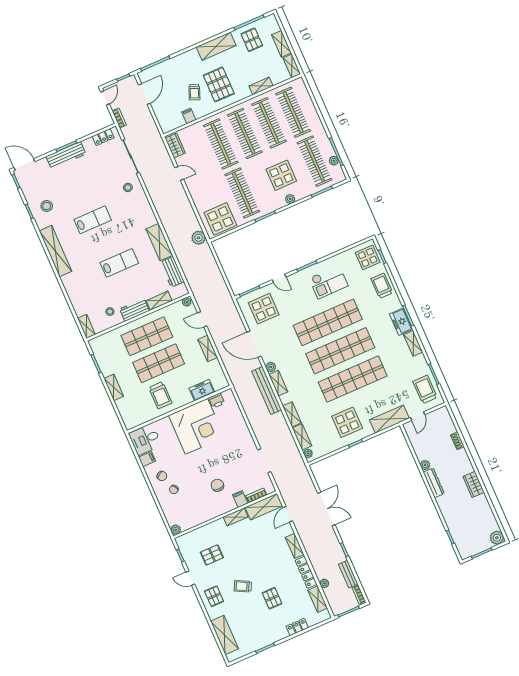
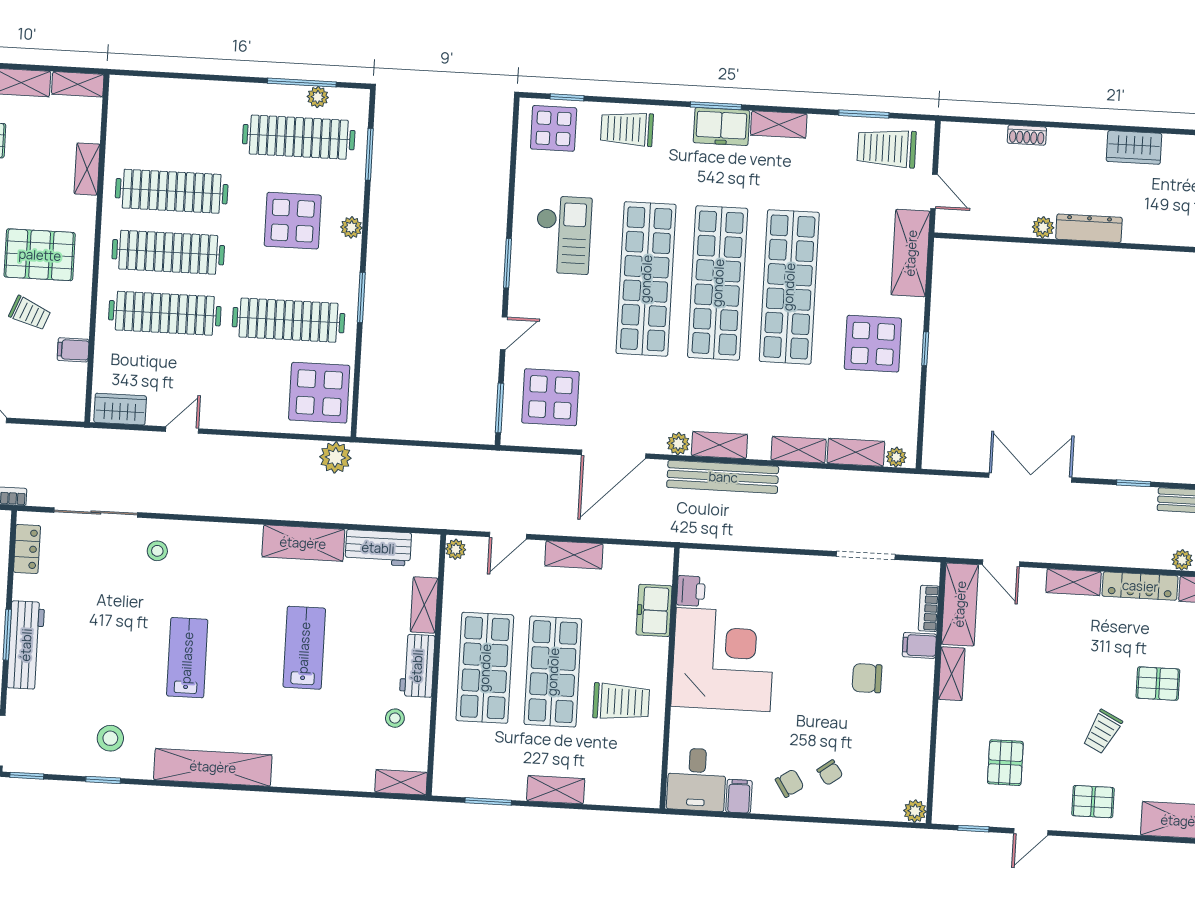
clothes rail: (293, 112) -> (175, 130), removed

